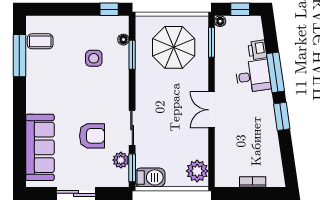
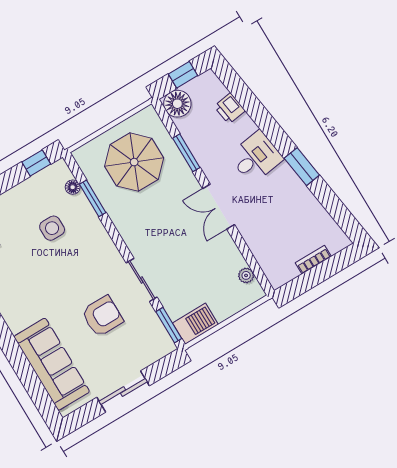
floor lamp: (220, 21) -> (177, 104), width x1.89, depth x1.89
window: (211, 42) -> (186, 153), moved
window: (275, 72) -> (265, 122), removed
desk: (253, 76) -> (256, 157), moved
plant: (121, 160) -> (151, 324), removed
plant: (197, 171) -> (246, 275), width x0.53, depth x0.53

